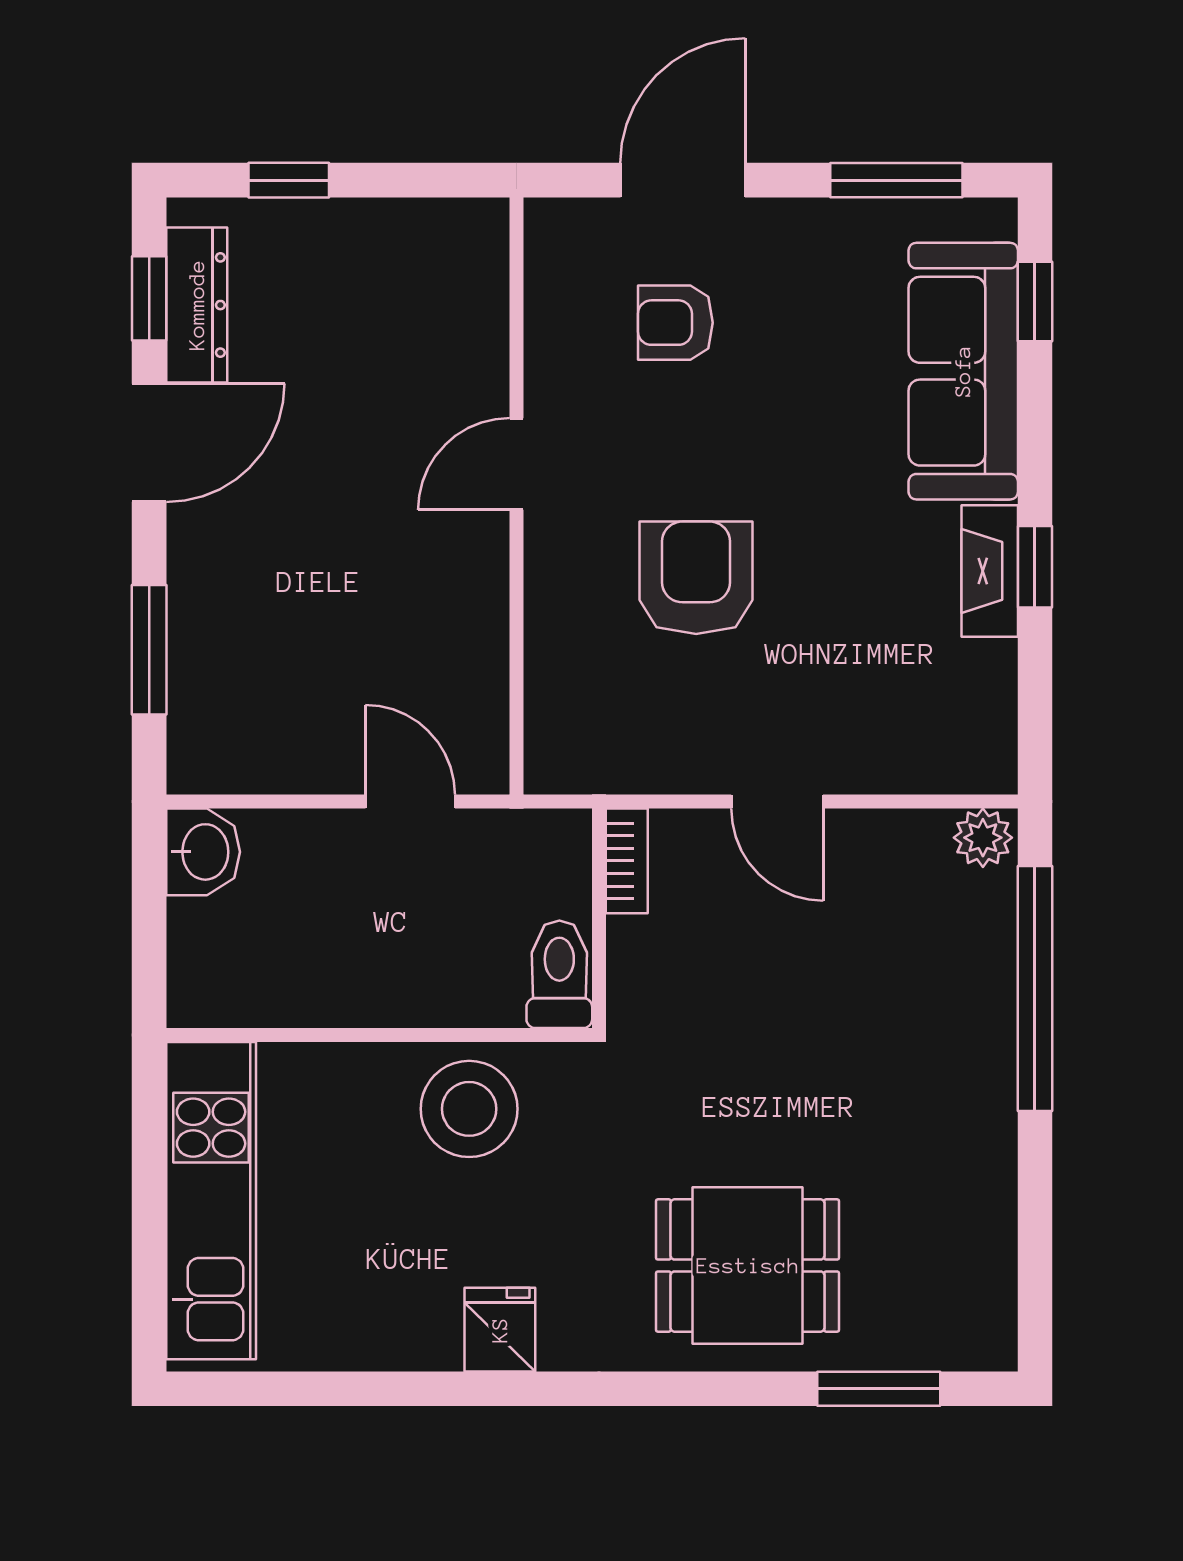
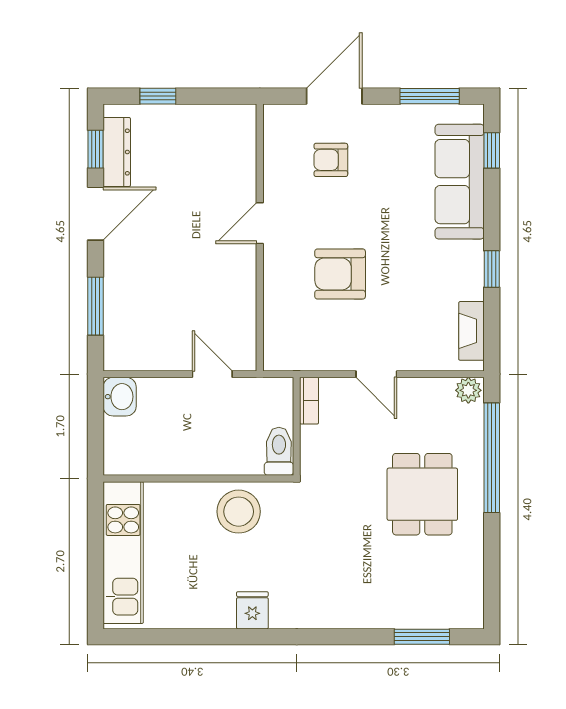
fireplace: (990, 571) -> (471, 331), moved
armchair: (696, 578) -> (340, 274), turned -90
dining table: (748, 1266) -> (422, 494), moved, turned 90

